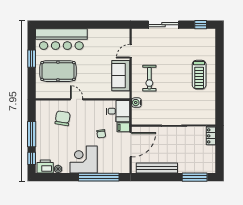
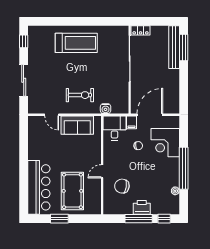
treadmill: (199, 75) -> (76, 43), width x1.37, depth x1.38
door: (131, 145) -> (150, 115), hinge flipped
corner desk: (84, 159) -> (165, 143), moved
printer: (45, 166) -> (142, 207), moved, turned 90
bench: (157, 168) -> (174, 47), moved
window: (99, 177) -> (184, 168), moved

